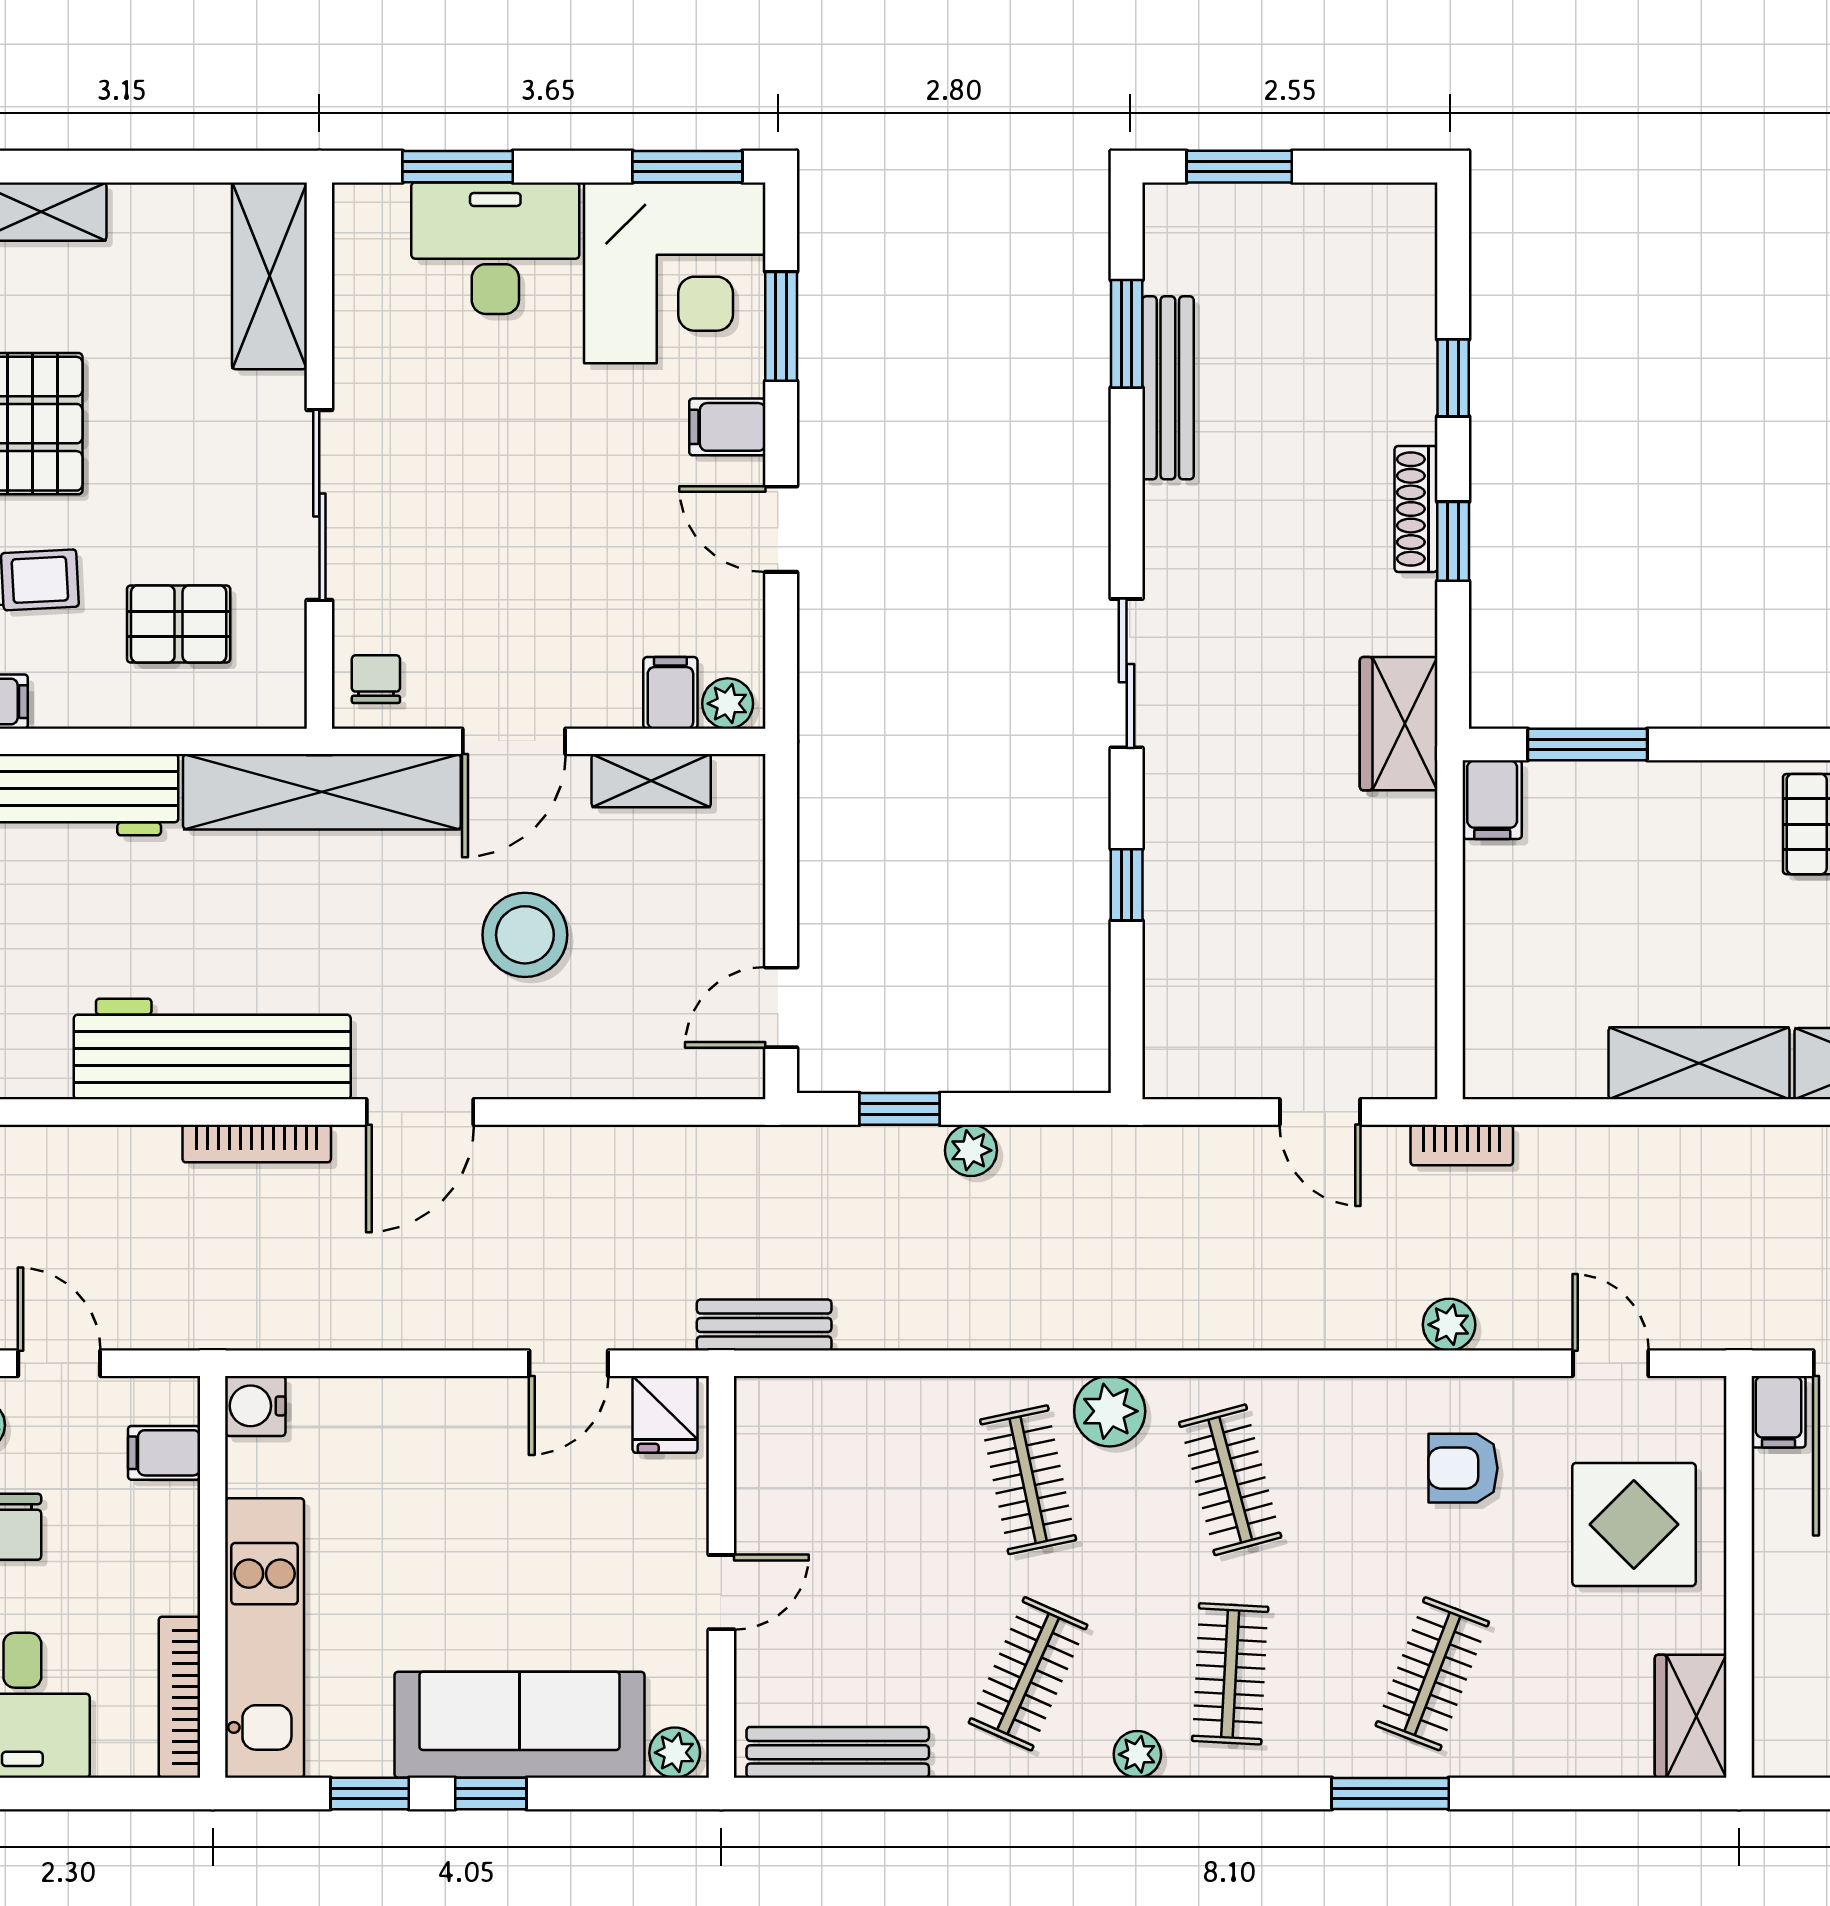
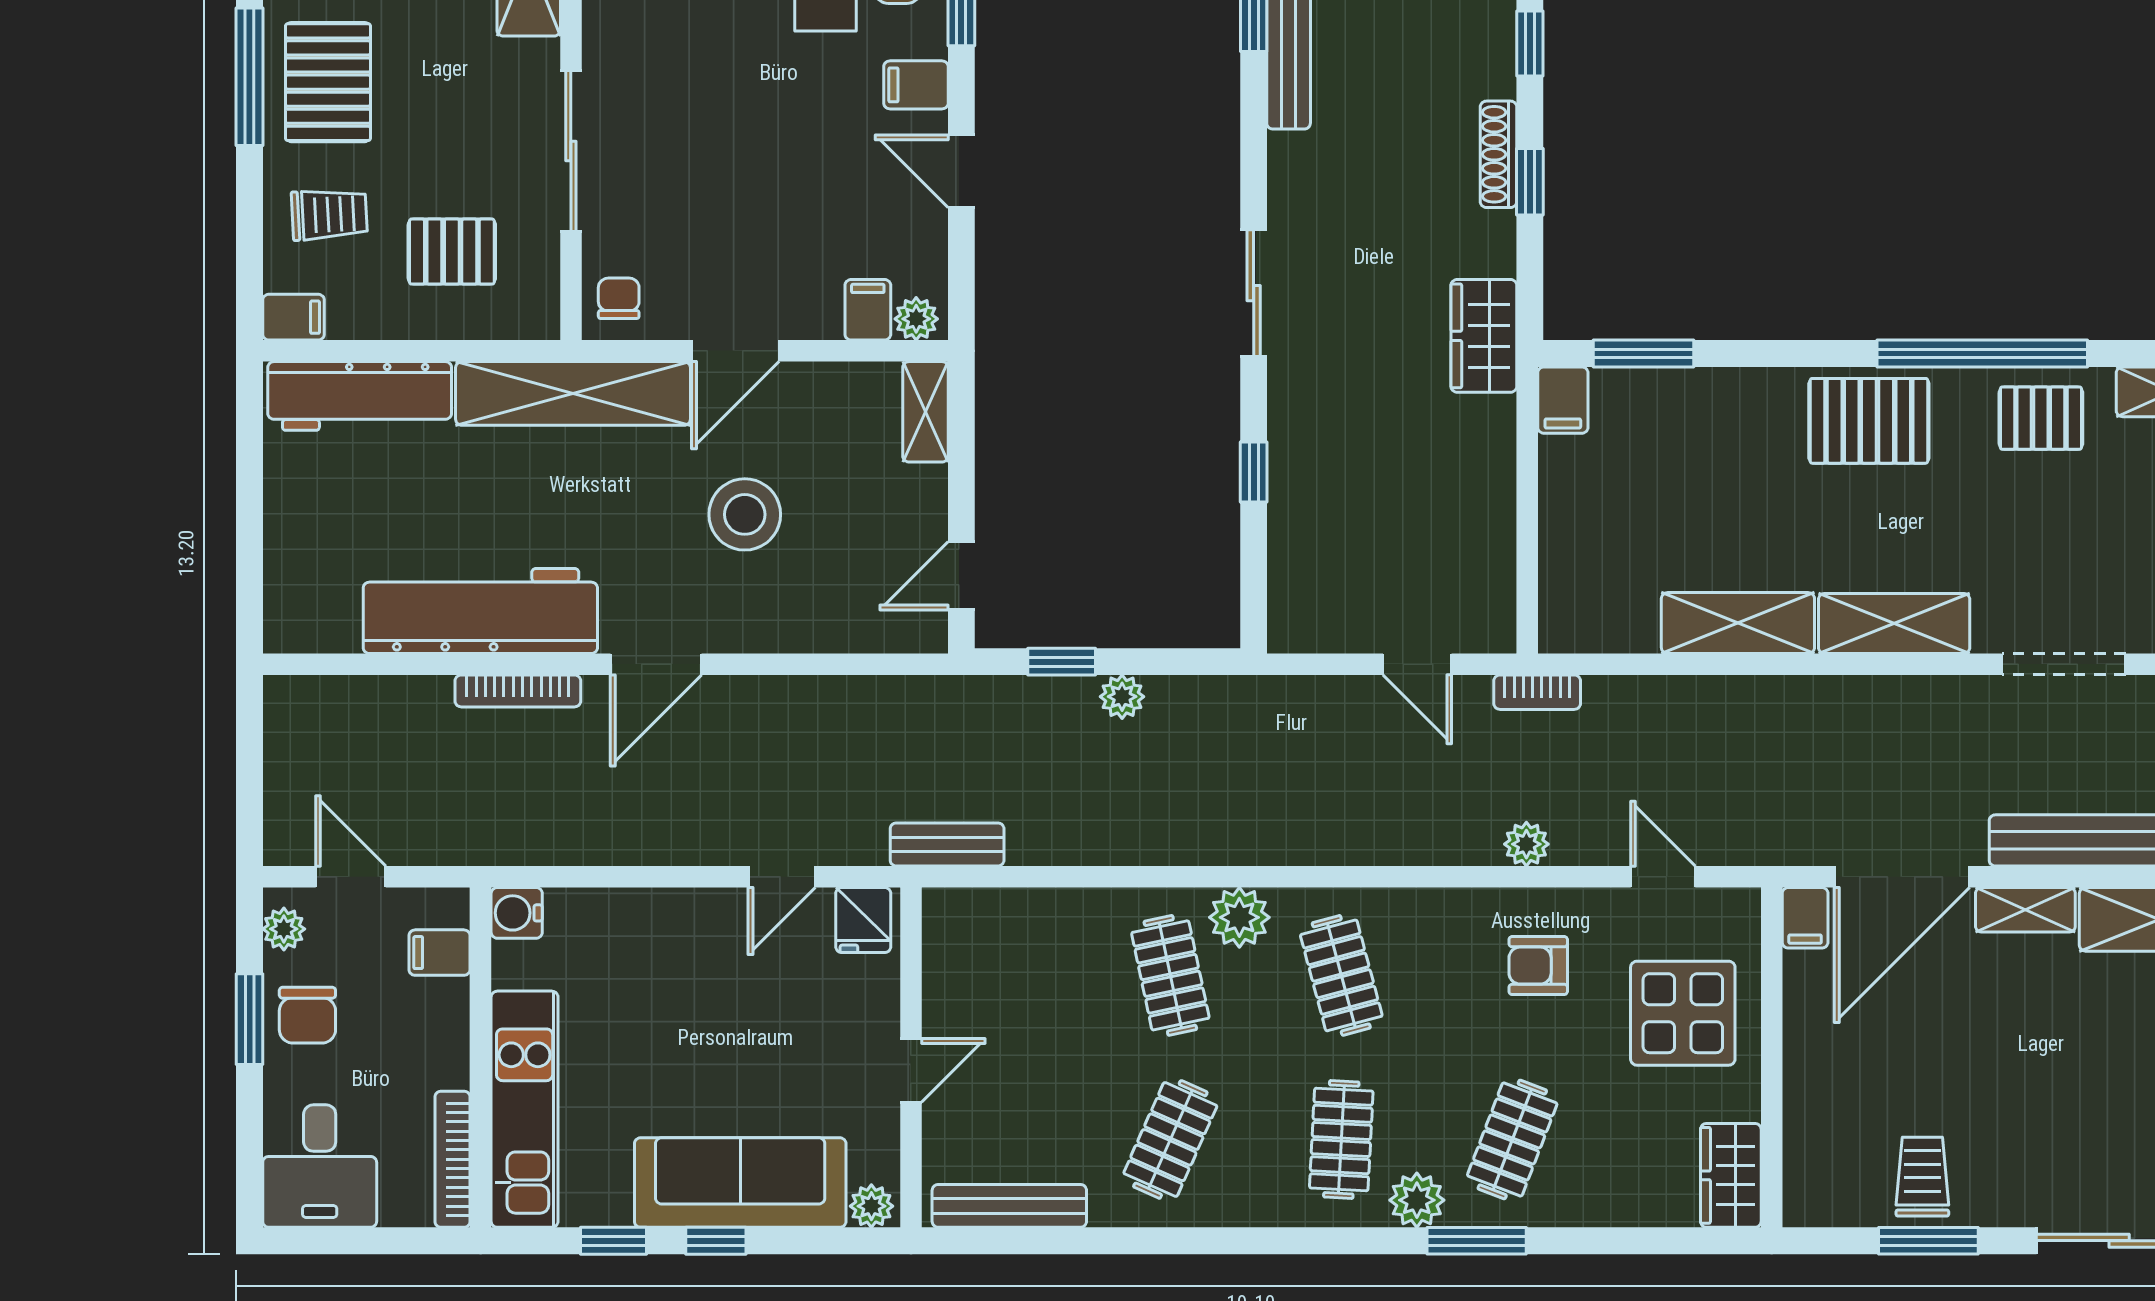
shelving: (651, 781) -> (925, 412), moved, turned 90
plant: (1137, 1754) -> (1417, 1200), moved, width x1.38, depth x1.38

